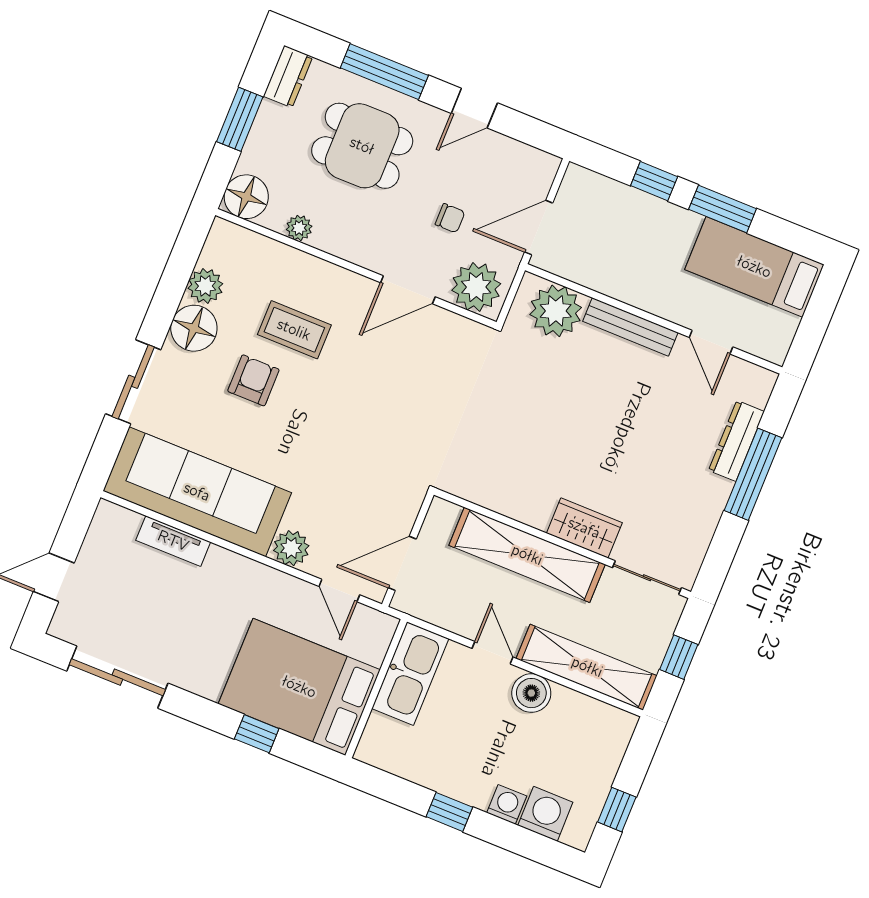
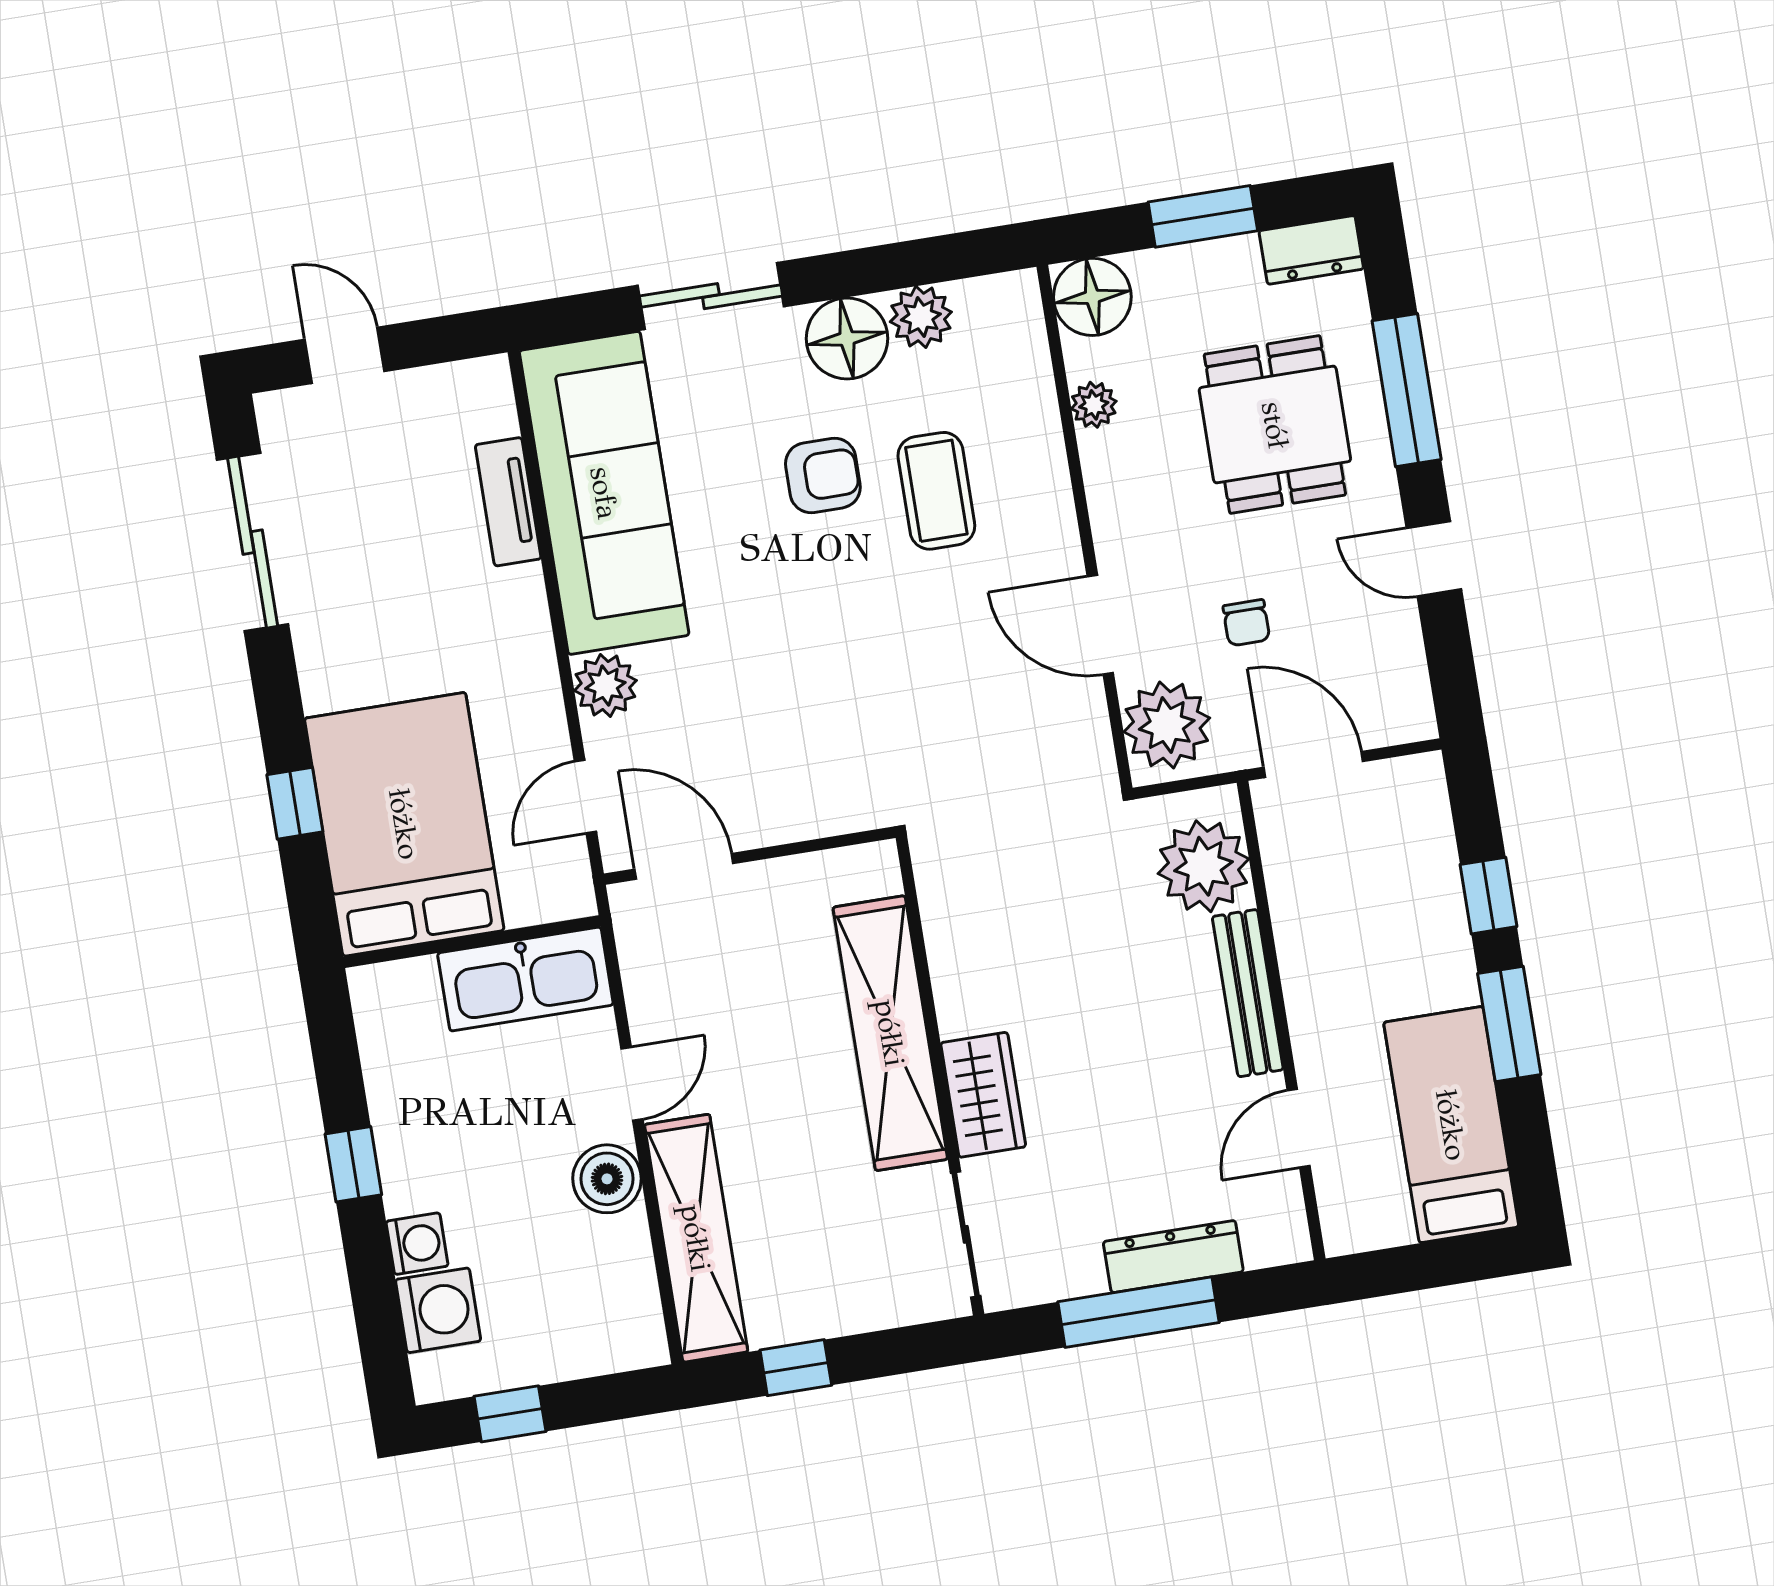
wardrobe: (584, 528) -> (983, 1095), moved
wall: (562, 543) -> (940, 1076), moved
shelving: (527, 555) -> (890, 1033), moved
sliding door: (647, 578) -> (966, 1234), moved

